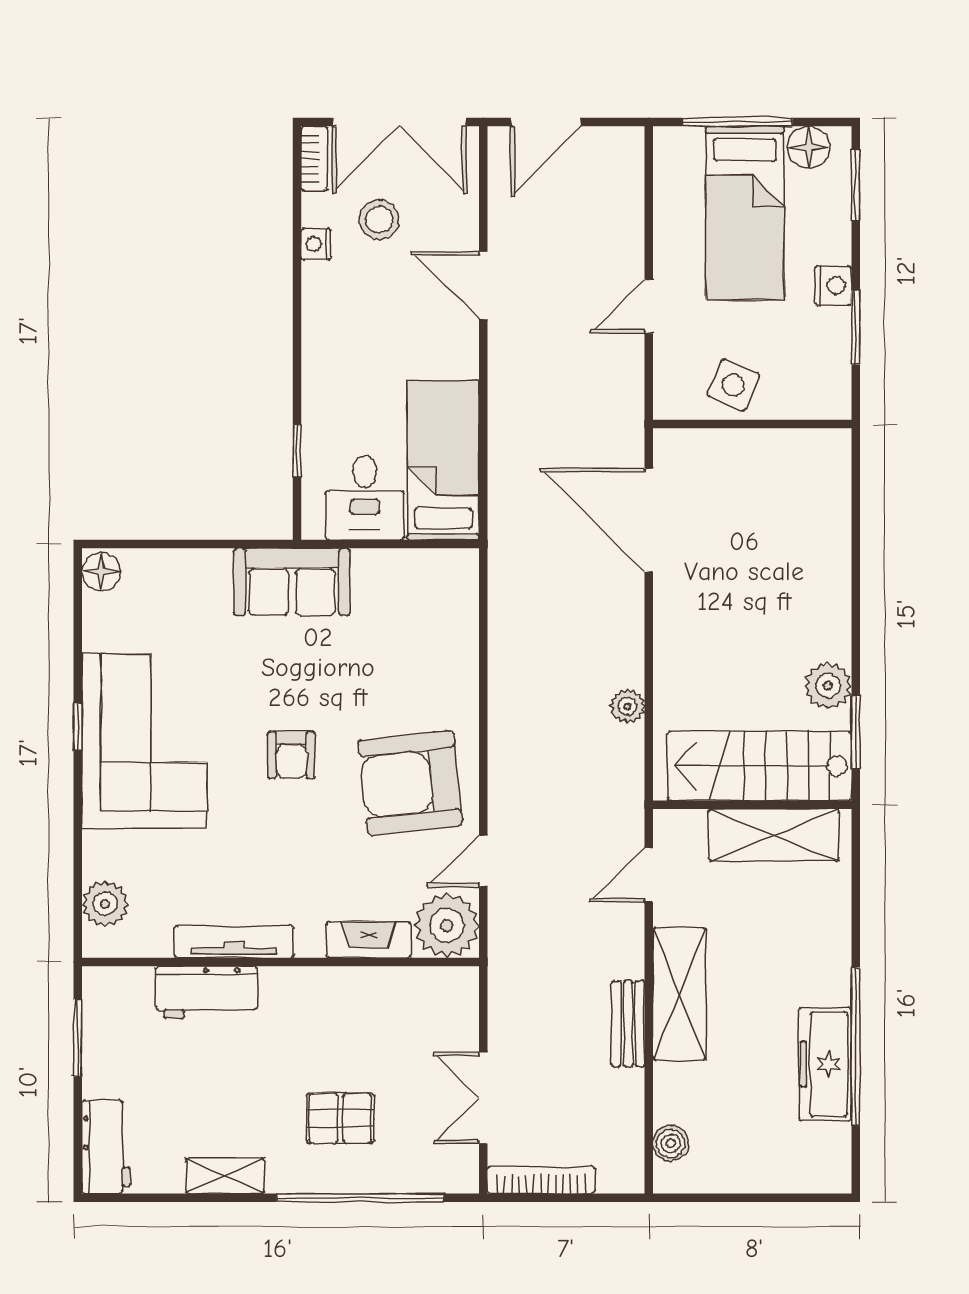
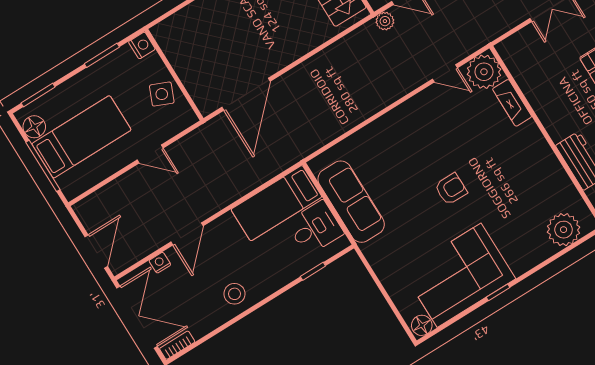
door: (546, 122) -> (96, 252), hinge flipped
stool: (379, 220) -> (234, 294), moved
nightstand: (316, 244) -> (160, 263), moved, turned 180
nightstand: (833, 285) -> (142, 45), moved, turned 90
sofa: (292, 582) -> (351, 202), moved, width x1.36
plant: (627, 706) -> (385, 21), moved
corner sofa: (144, 741) -> (459, 275), moved
armchair: (410, 783) -> (430, 128), removed
plant: (105, 904) -> (564, 230), width x1.36, depth x1.36
tv unit: (234, 942) -> (551, 163), removed

